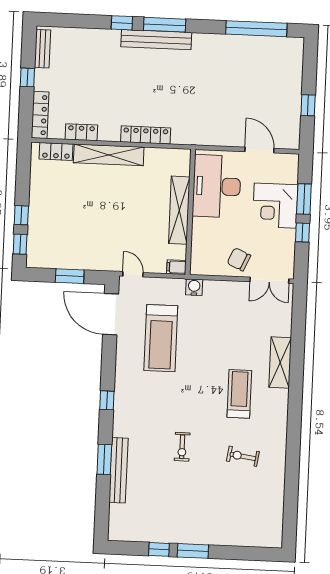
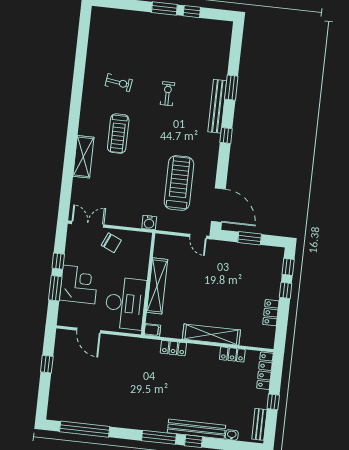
washbasin: (76, 33) -> (232, 435), added
bench: (156, 40) -> (196, 429), moved
locker: (146, 135) -> (173, 348), width x0.66
locker: (56, 151) -> (271, 313), moved, turned -90
filing cabinet: (176, 267) -> (152, 330), moved
bench: (119, 470) -> (217, 106), moved

